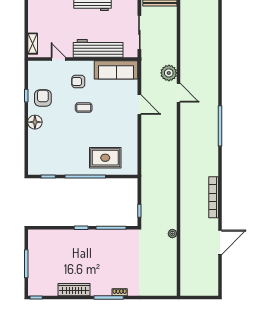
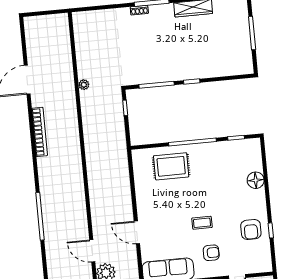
floor lamp: (35, 122) -> (256, 180), moved

